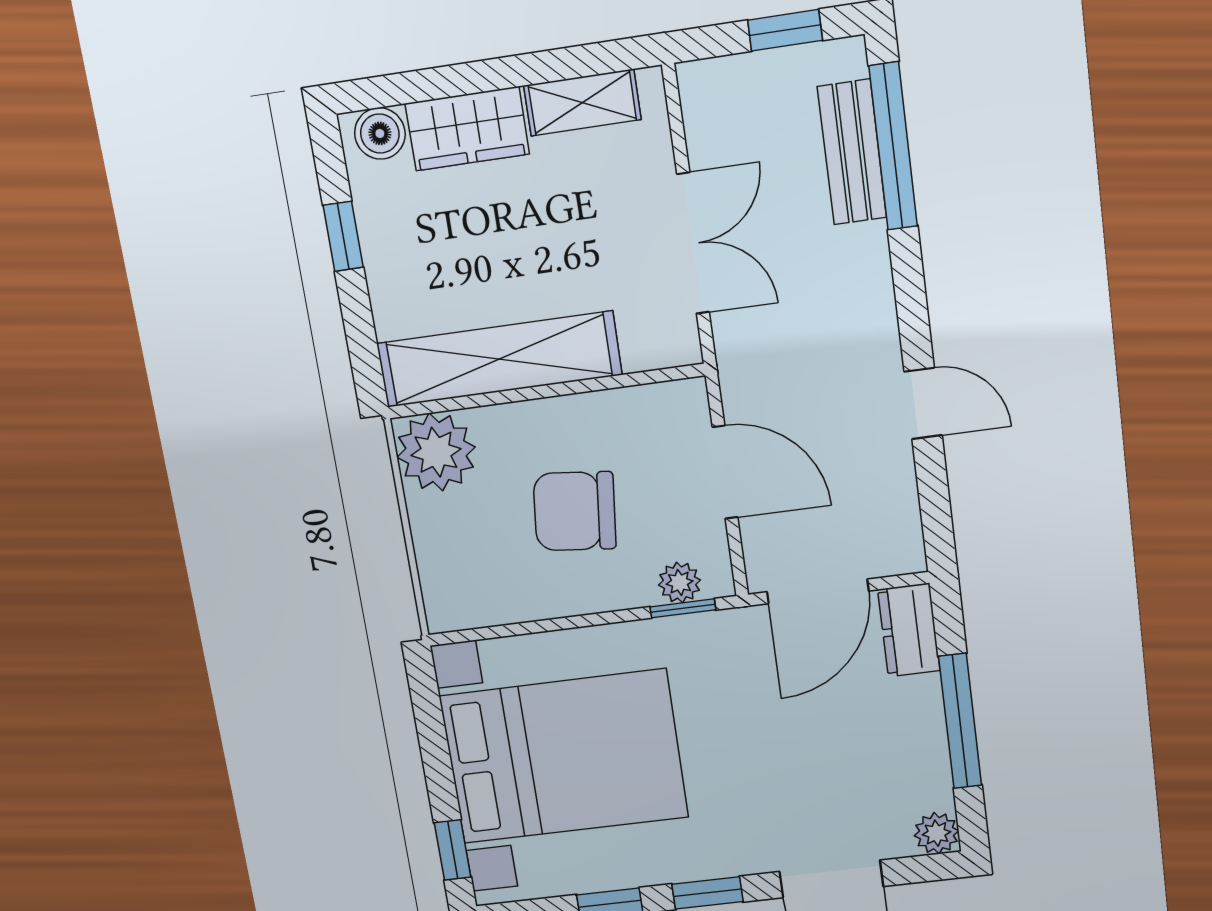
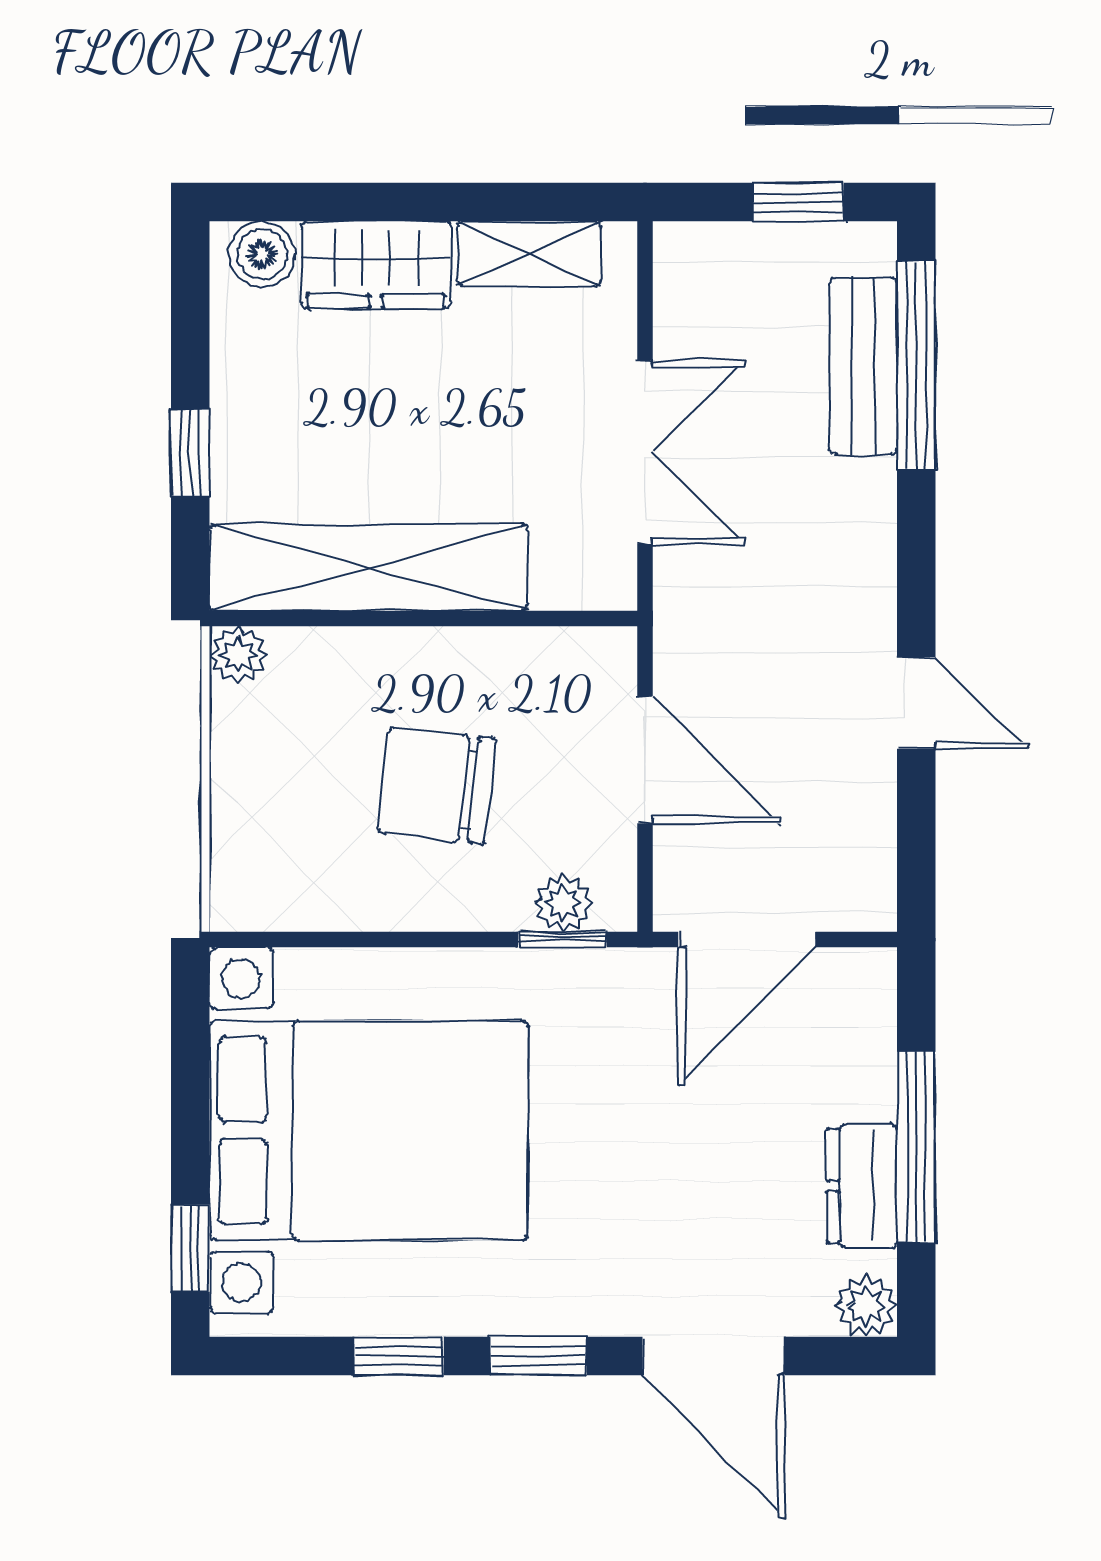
window: (343, 236) -> (190, 453), moved
plant: (436, 452) -> (238, 655), width x0.53, depth x0.53
dresser: (909, 630) -> (862, 1186), moved

